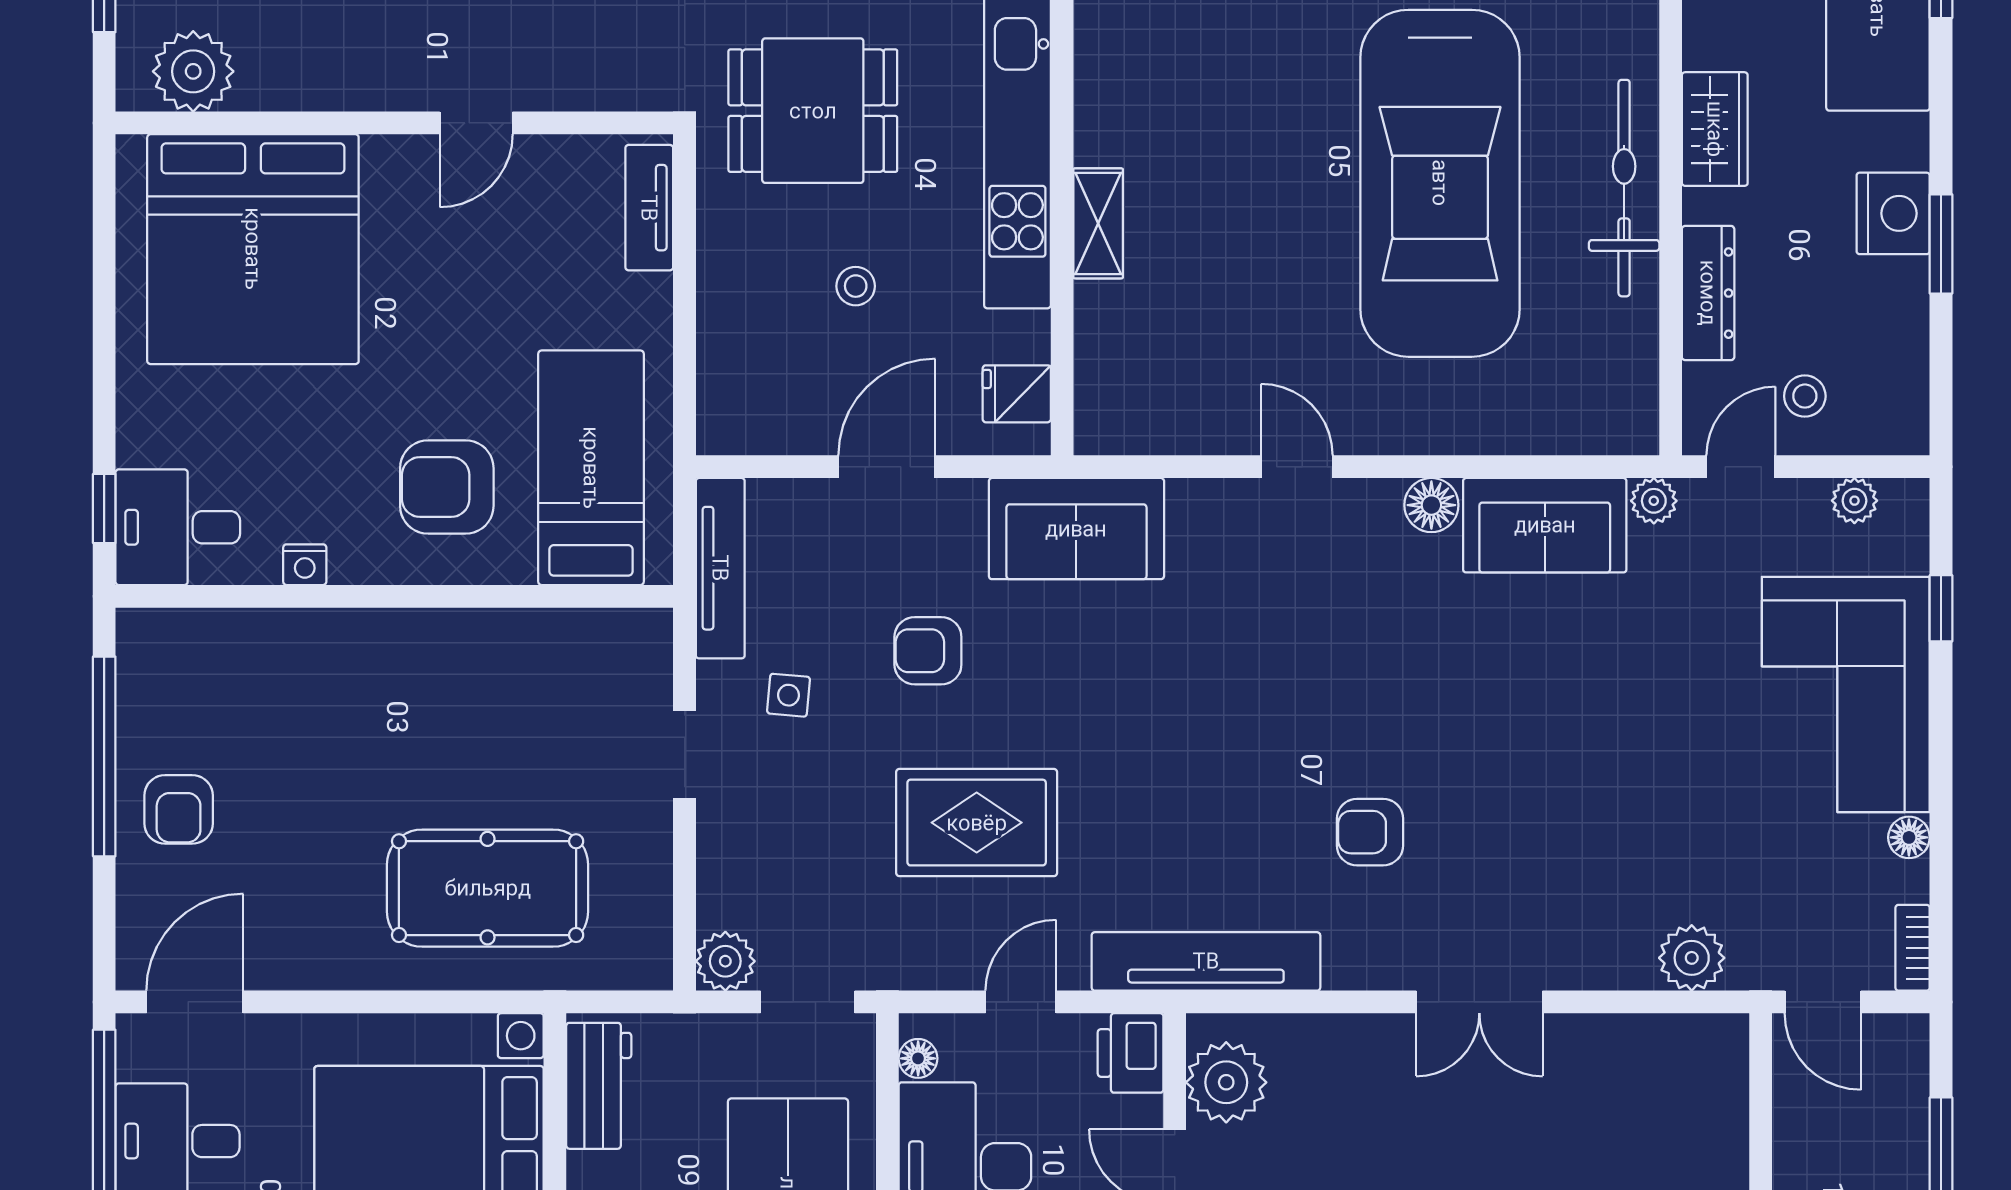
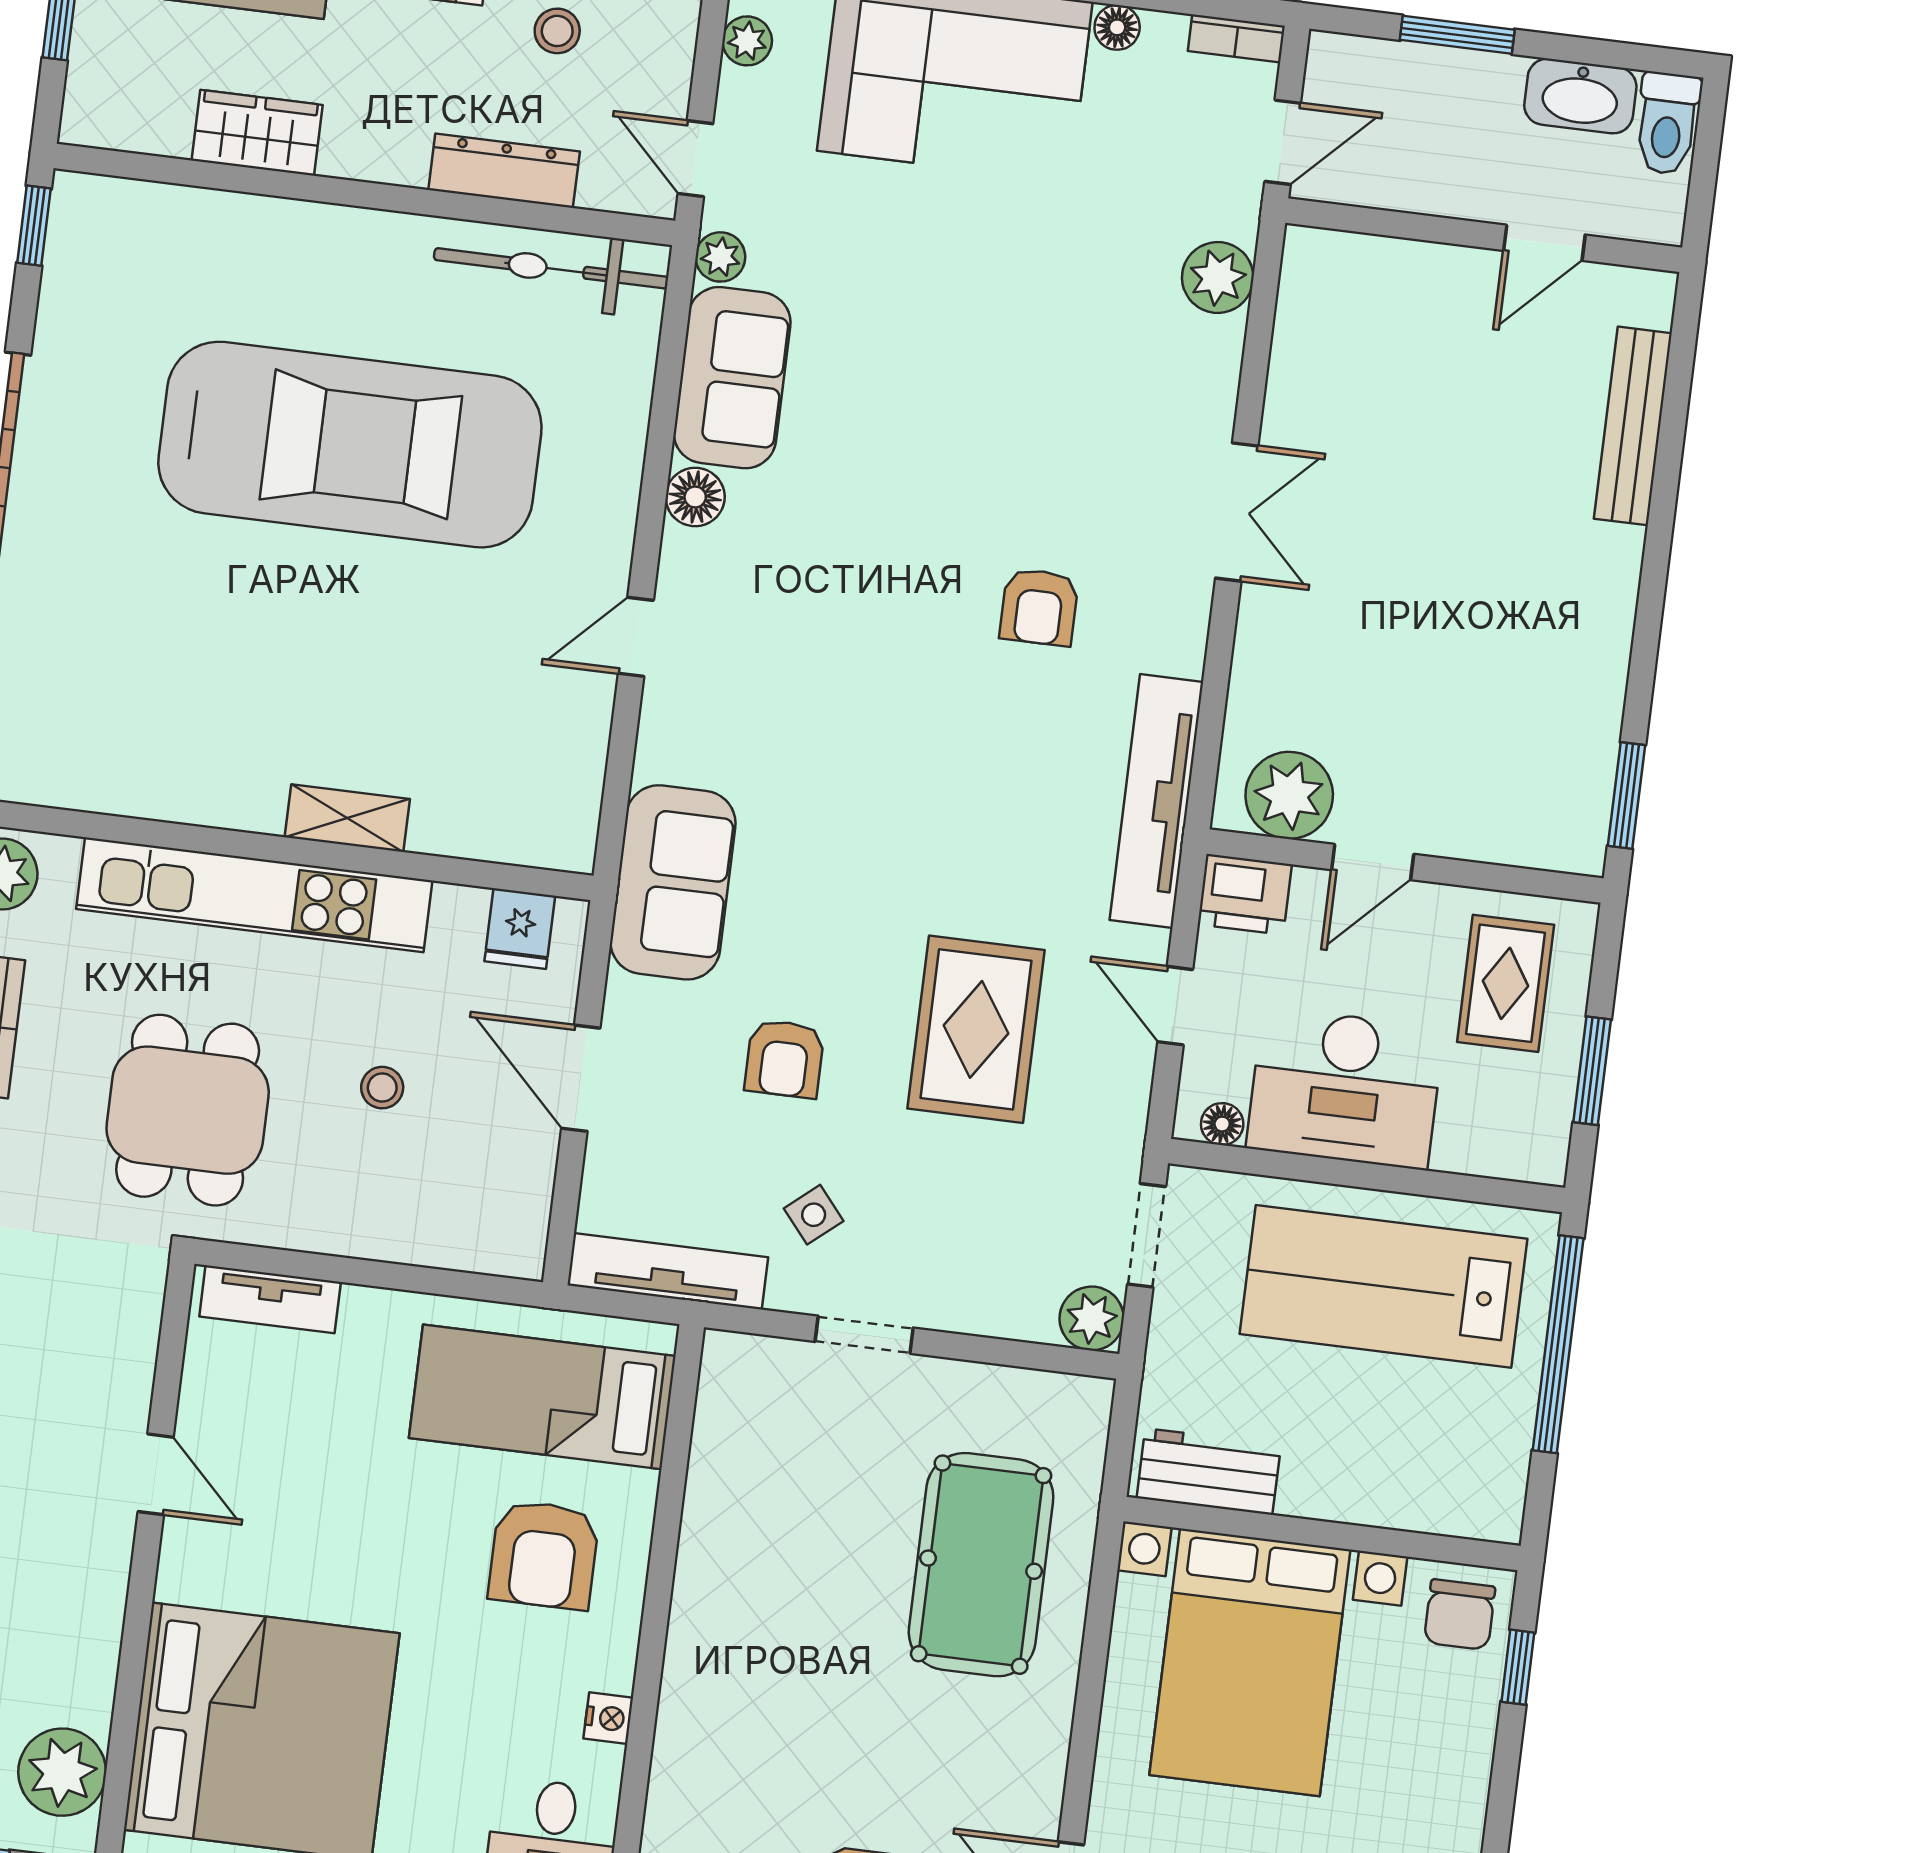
wardrobe: (1715, 129) -> (257, 133), moved
bicycle: (1624, 188) -> (551, 268), moved
stool: (1805, 396) -> (557, 31), moved
side table: (789, 695) -> (814, 1215), turned 45

